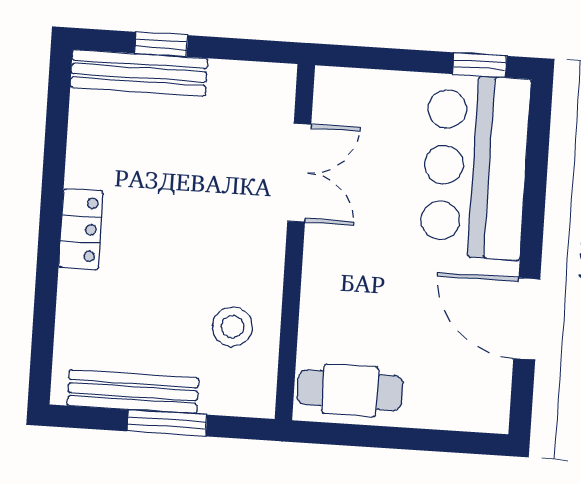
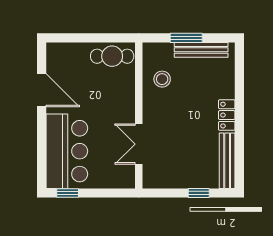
bench: (139, 73) -> (227, 161), moved, turned 90

